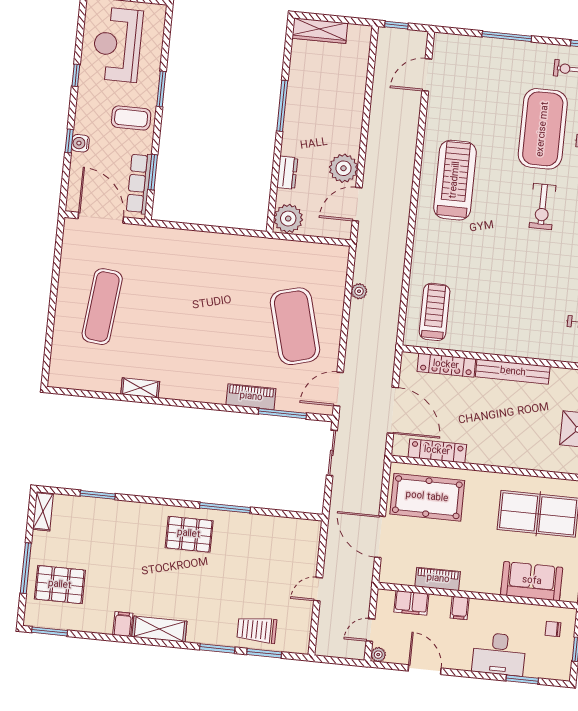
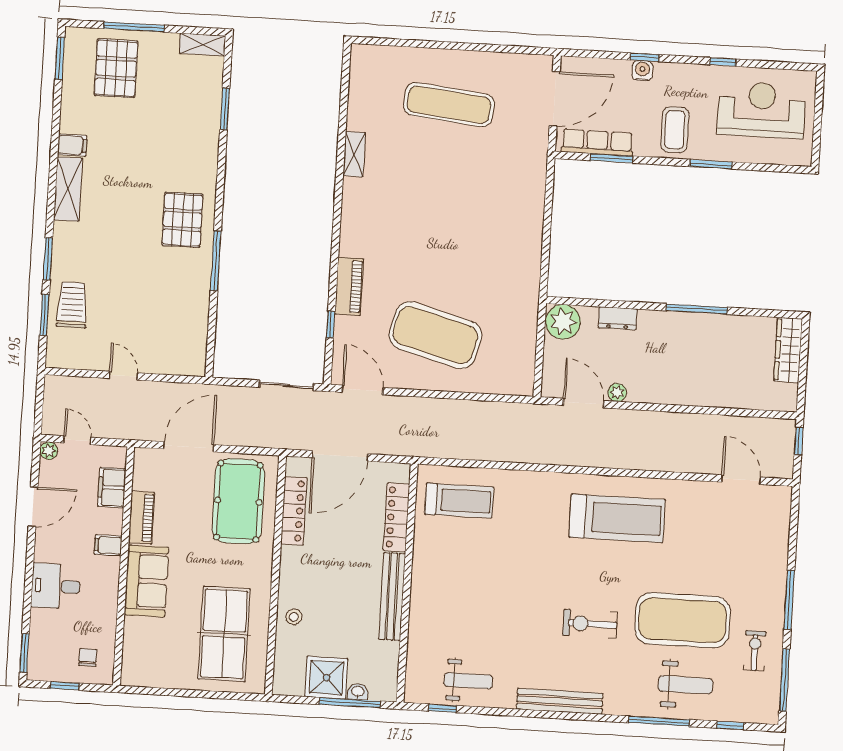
window: (507, 36) -> (789, 600), moved
plant: (343, 168) -> (617, 393), width x0.53, depth x0.53
plant: (359, 291) -> (480, 410), removed
exercise mat: (295, 326) -> (435, 335), turned 30
window: (282, 414) -> (331, 325), width x0.46
stool: (526, 455) -> (294, 617), added
sofa: (532, 581) -> (146, 581), moved
desk: (499, 654) -> (56, 586), width x0.73
window: (522, 679) -> (24, 653), moved

